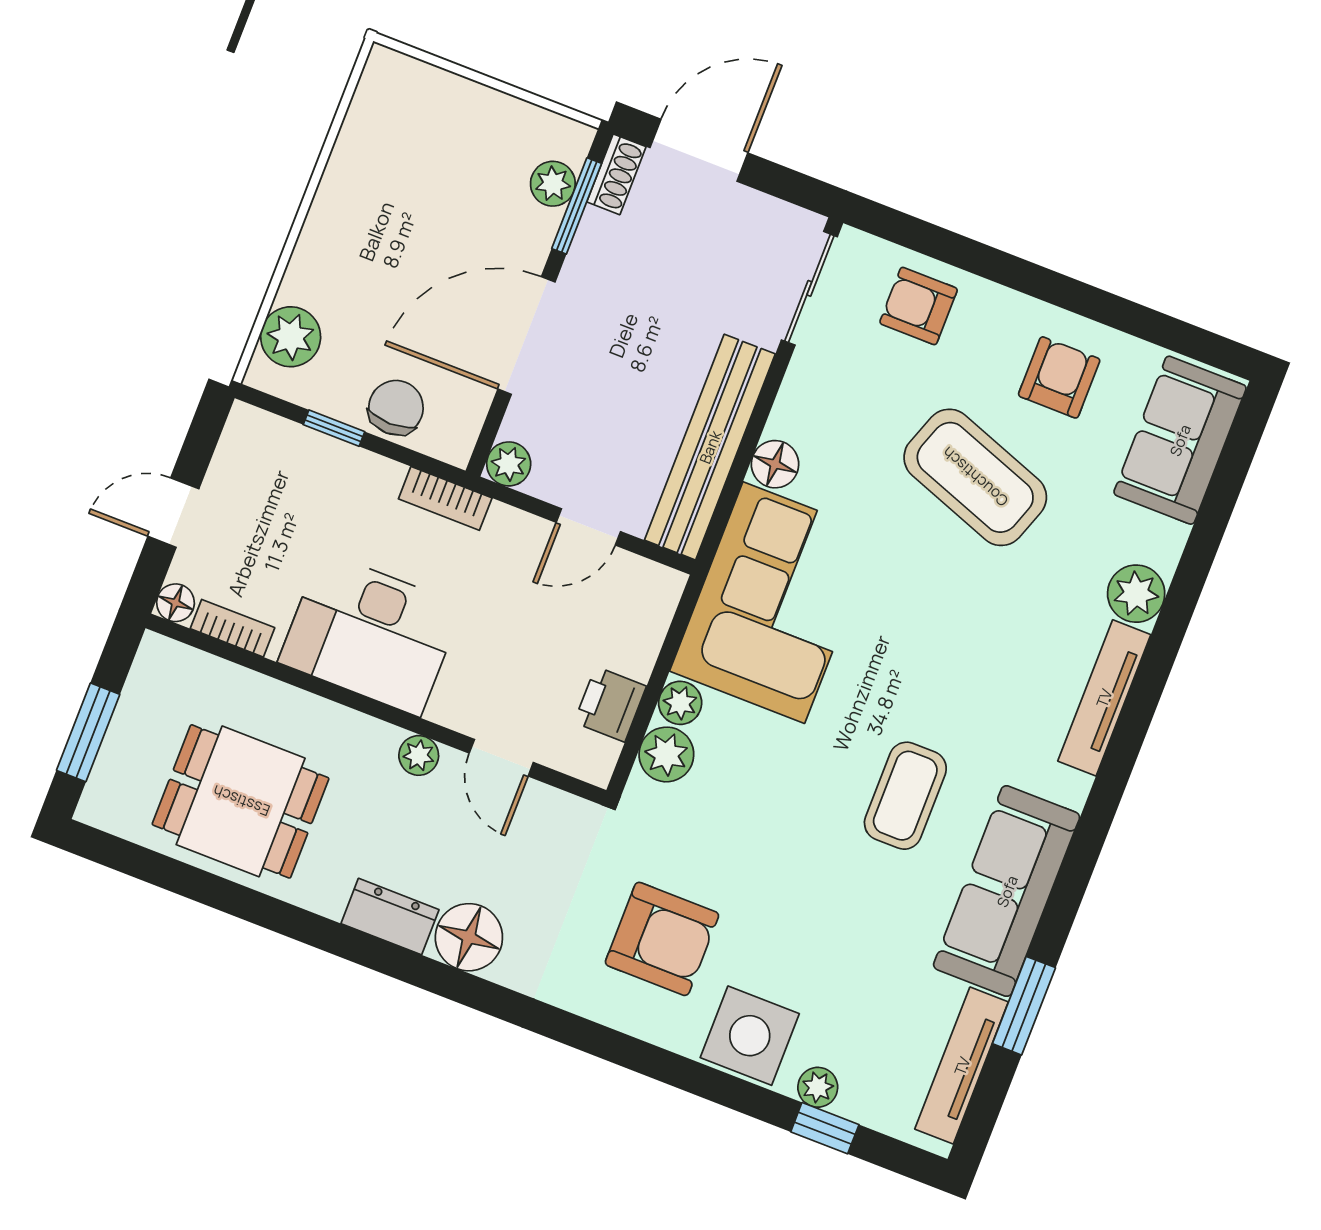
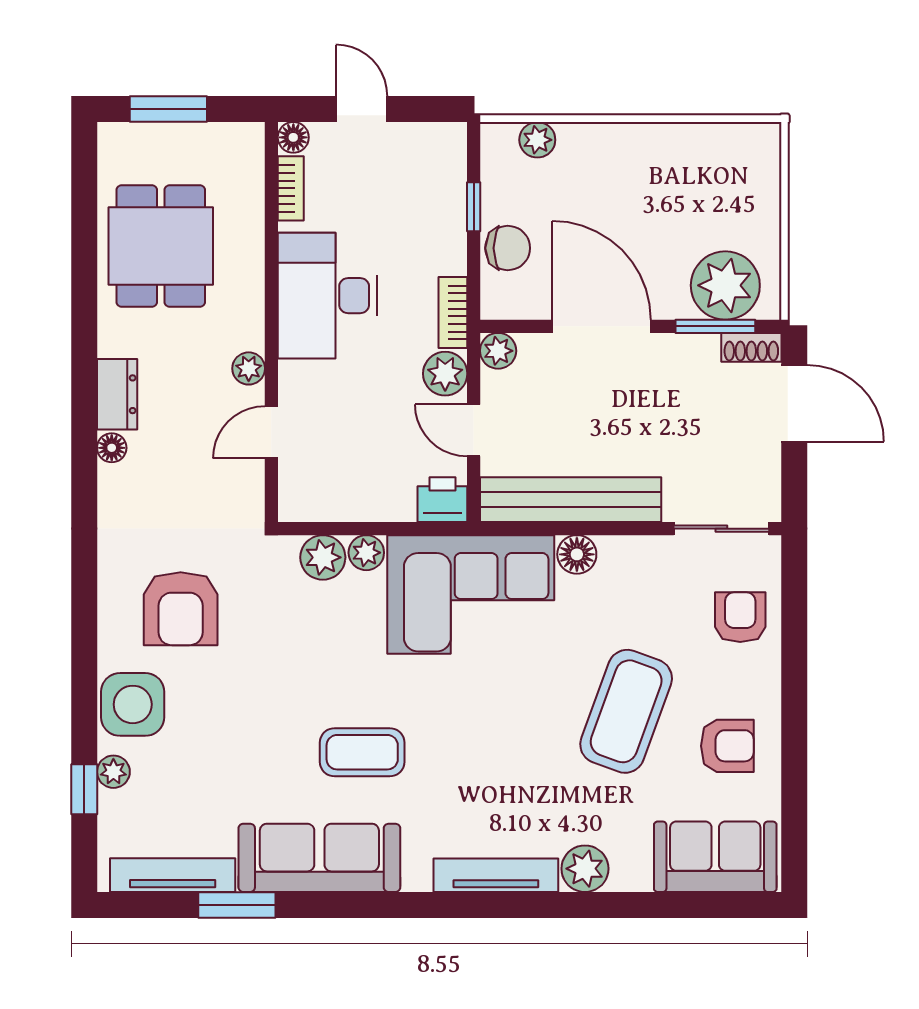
plant: (553, 184) -> (725, 285), width x1.88, depth x1.88
plant: (291, 337) -> (537, 140), width x0.73, depth x0.73
plant: (511, 534) -> (445, 374), added
printer: (610, 704) -> (442, 500), moved
floor lamp: (469, 937) -> (112, 448), width x0.53, depth x0.53

